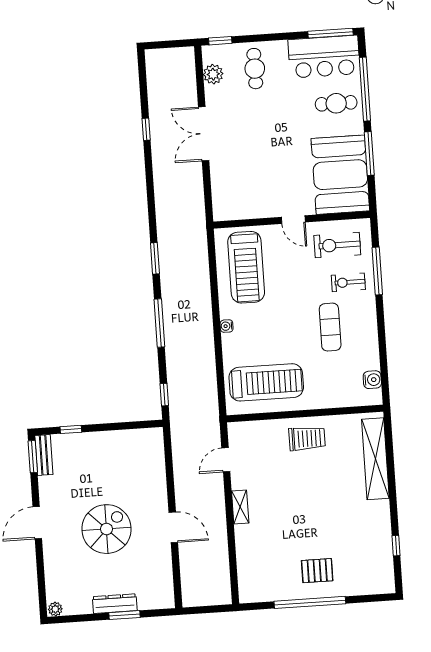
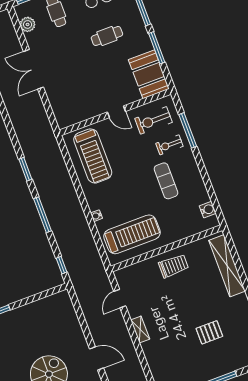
cafe table: (336, 103) -> (107, 36), moved
booth: (340, 175) -> (149, 74), width x0.73, depth x0.70
water cooler: (227, 326) -> (96, 216), moved
pallet: (317, 571) -> (209, 332), moved

